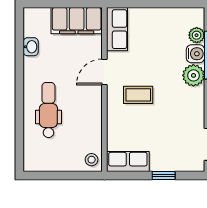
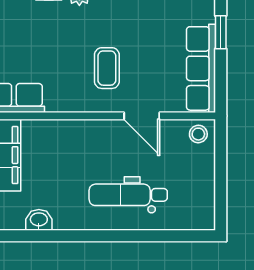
door: (104, 72) -> (142, 116), moved
row of seats: (128, 162) -> (201, 68), width x1.48

